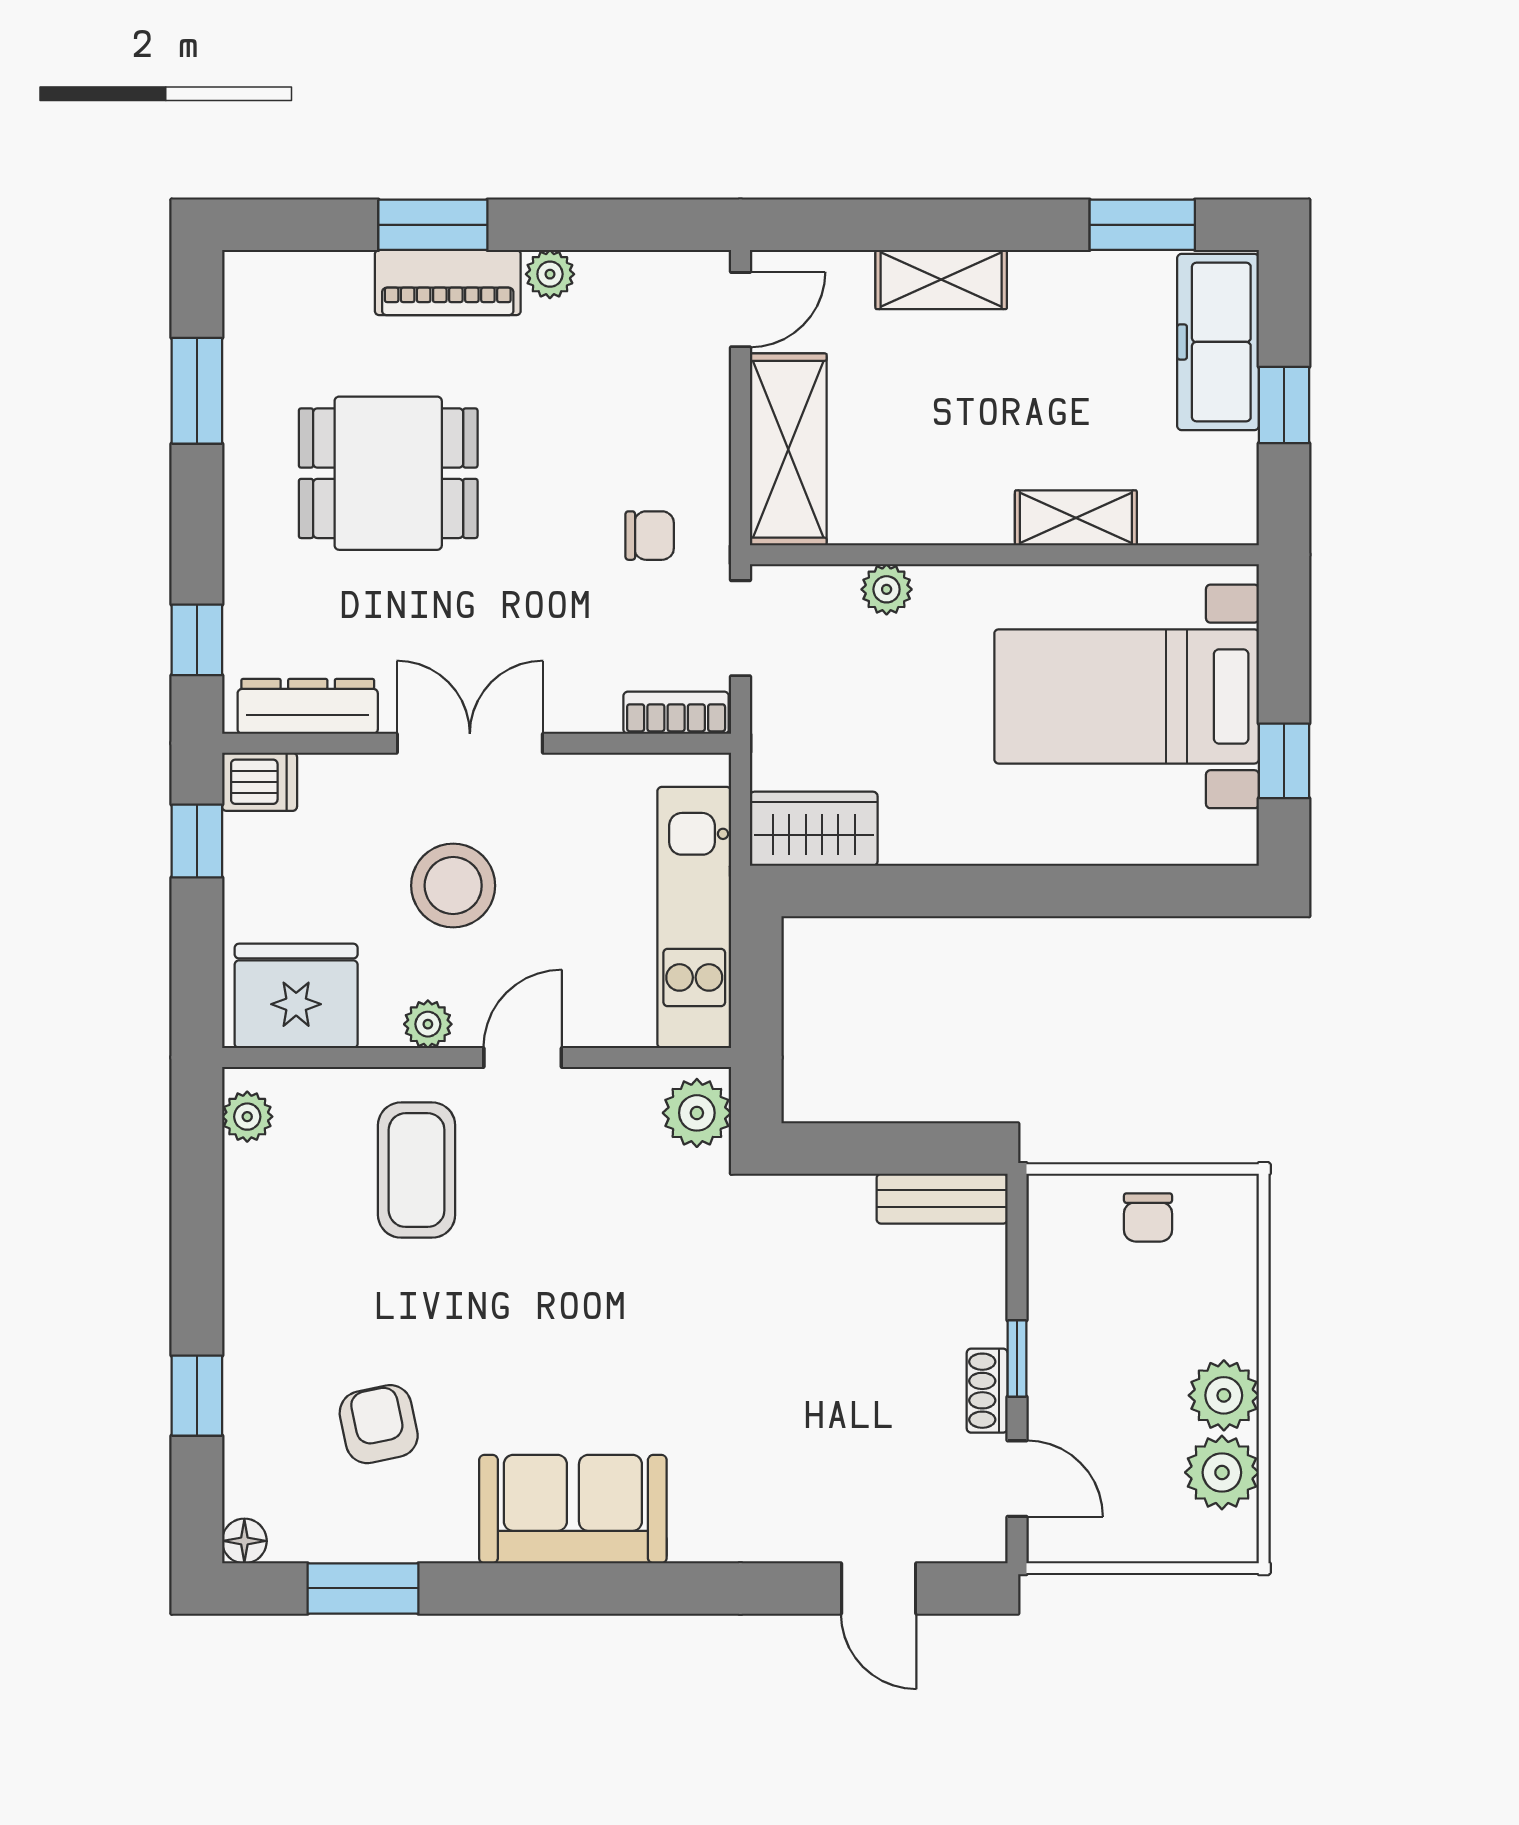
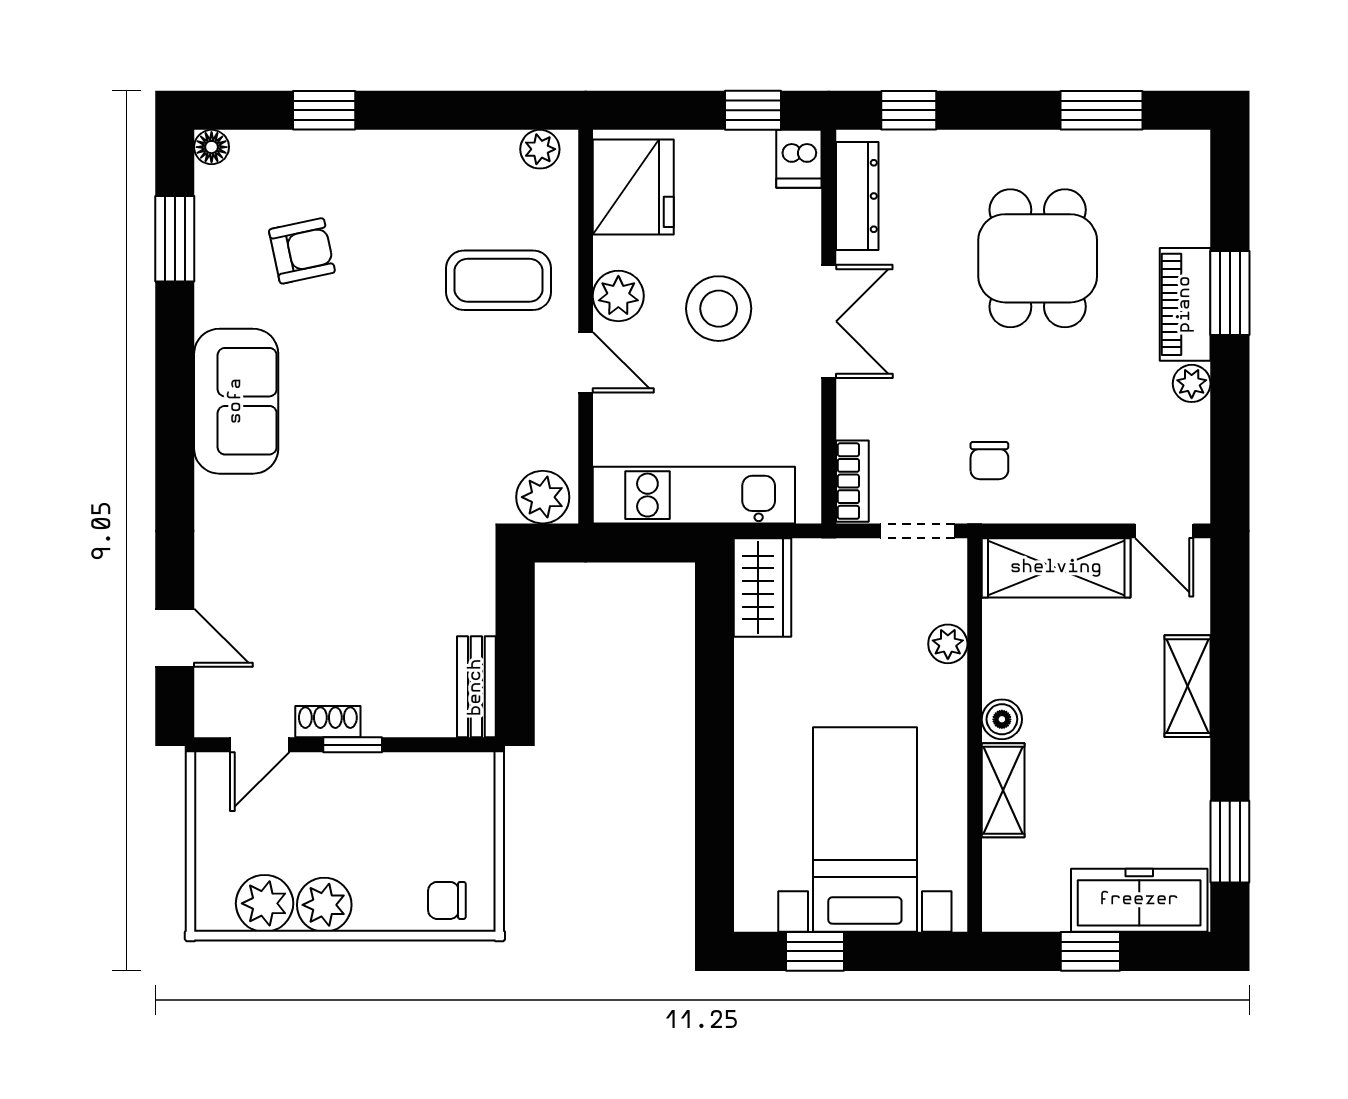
boiler: (984, 519) -> (1002, 719), added
plant: (428, 1024) -> (618, 296), width x1.38, depth x1.38
chair: (1148, 1217) -> (447, 900), moved
door: (879, 1588) -> (175, 638), swing flipped

